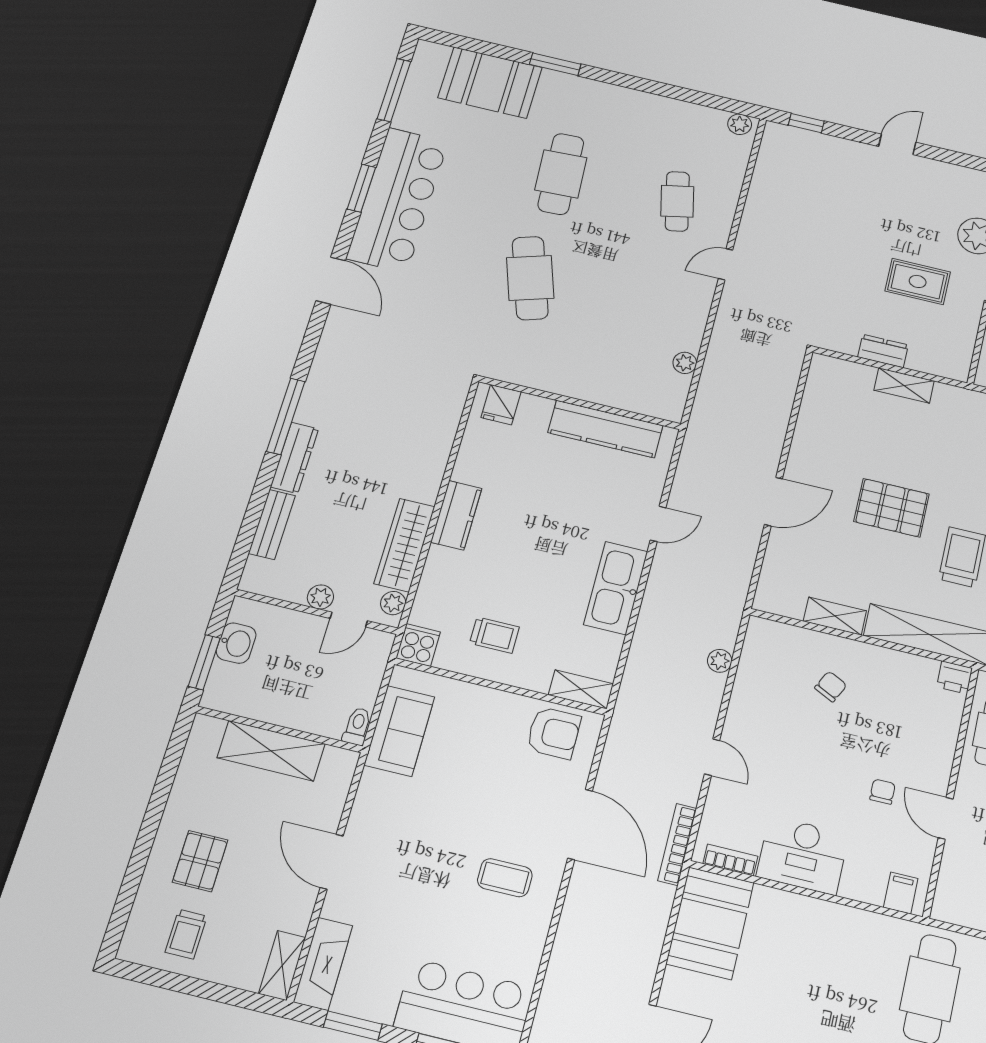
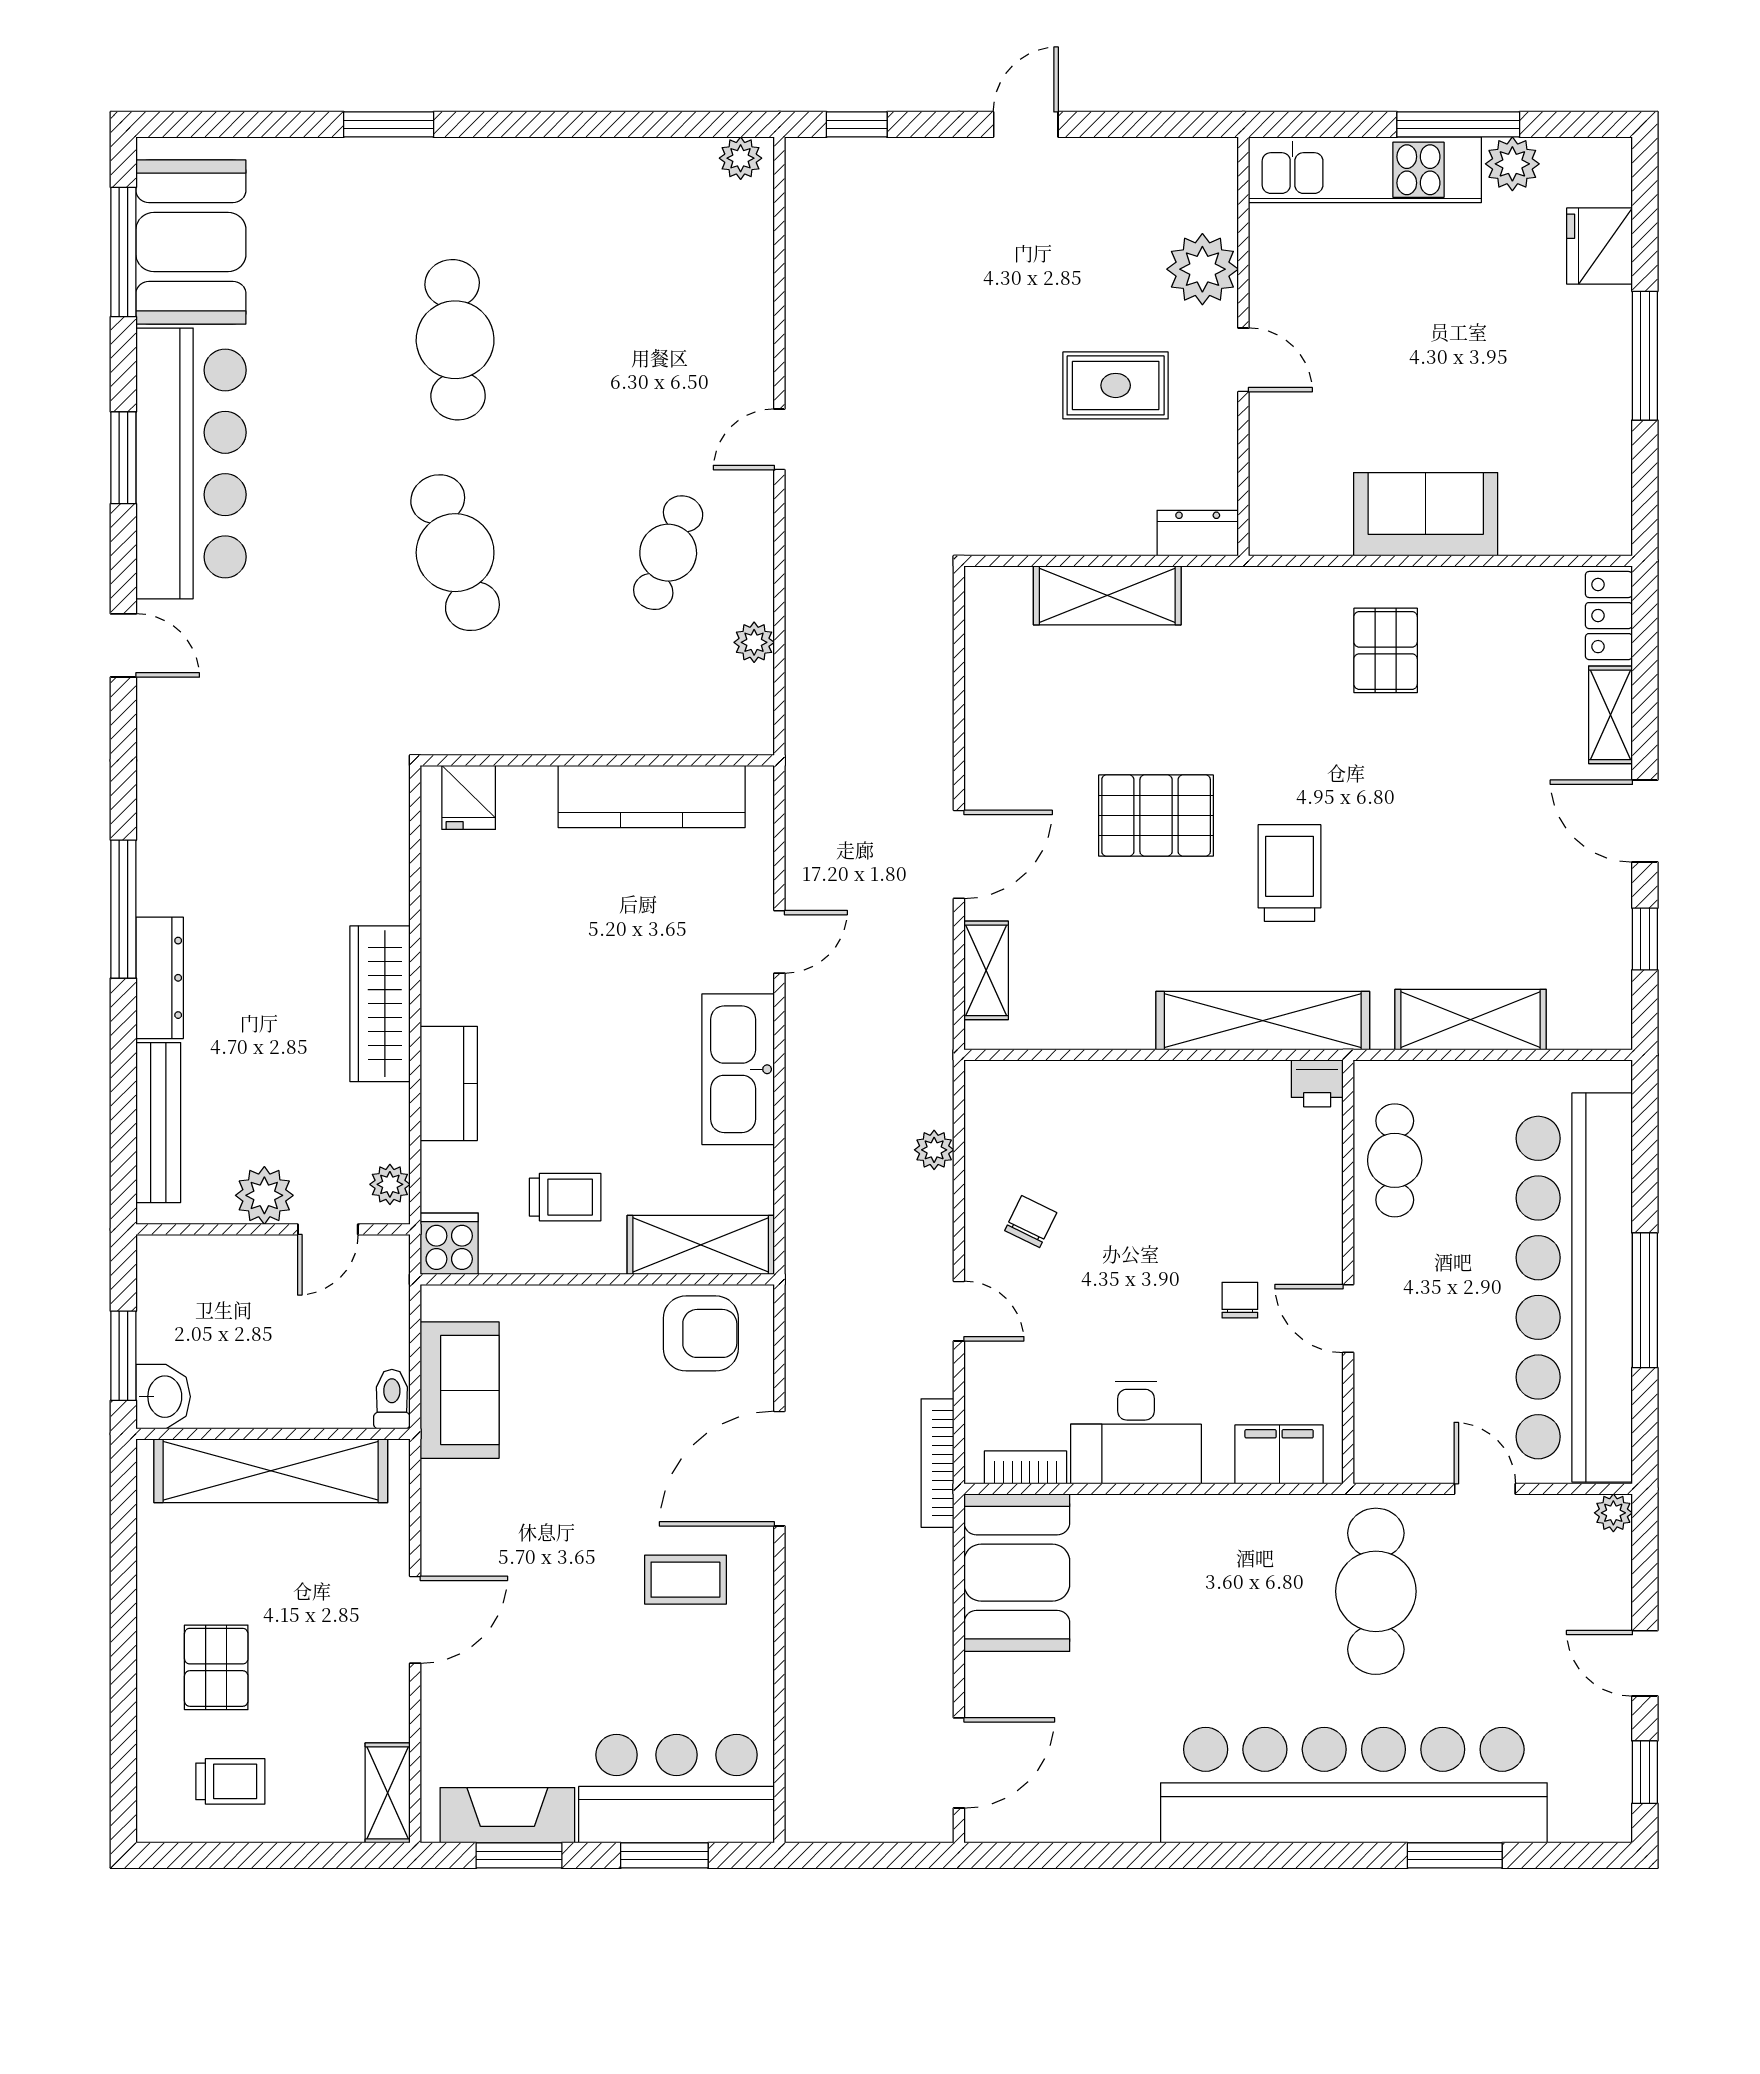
booth: (490, 83) -> (191, 242), moved, turned 90
cafe table: (677, 201) -> (668, 553), moved, turned 33
door: (331, 281) -> (123, 645), width x0.73
dresser: (883, 351) -> (1198, 533), moved
shelving: (904, 385) -> (1107, 595), width x1.50, depth x1.33
kitchen counter: (456, 515) -> (449, 1083), moved
bench: (272, 524) -> (158, 1123), width x1.36
wardrobe: (405, 545) -> (380, 1004), moved
plant: (320, 597) -> (264, 1195), width x1.38, depth x1.38
shelving: (835, 616) -> (986, 970), moved, turned 90
washbasin: (236, 643) -> (163, 1397), moved
chair: (831, 686) -> (1031, 1222), moved
shelving: (581, 689) -> (701, 1245), width x1.50, depth x1.33
shelving: (271, 751) -> (271, 1471), width x1.47
door: (580, 824) -> (779, 1469), swing flipped
door: (332, 862) -> (415, 1620), swing flipped
filing cabinet: (901, 893) -> (1279, 1454), width x2.00
trolley: (186, 934) -> (230, 1781), turned -90
fireplace: (323, 964) -> (507, 1815), moved, turned -90

